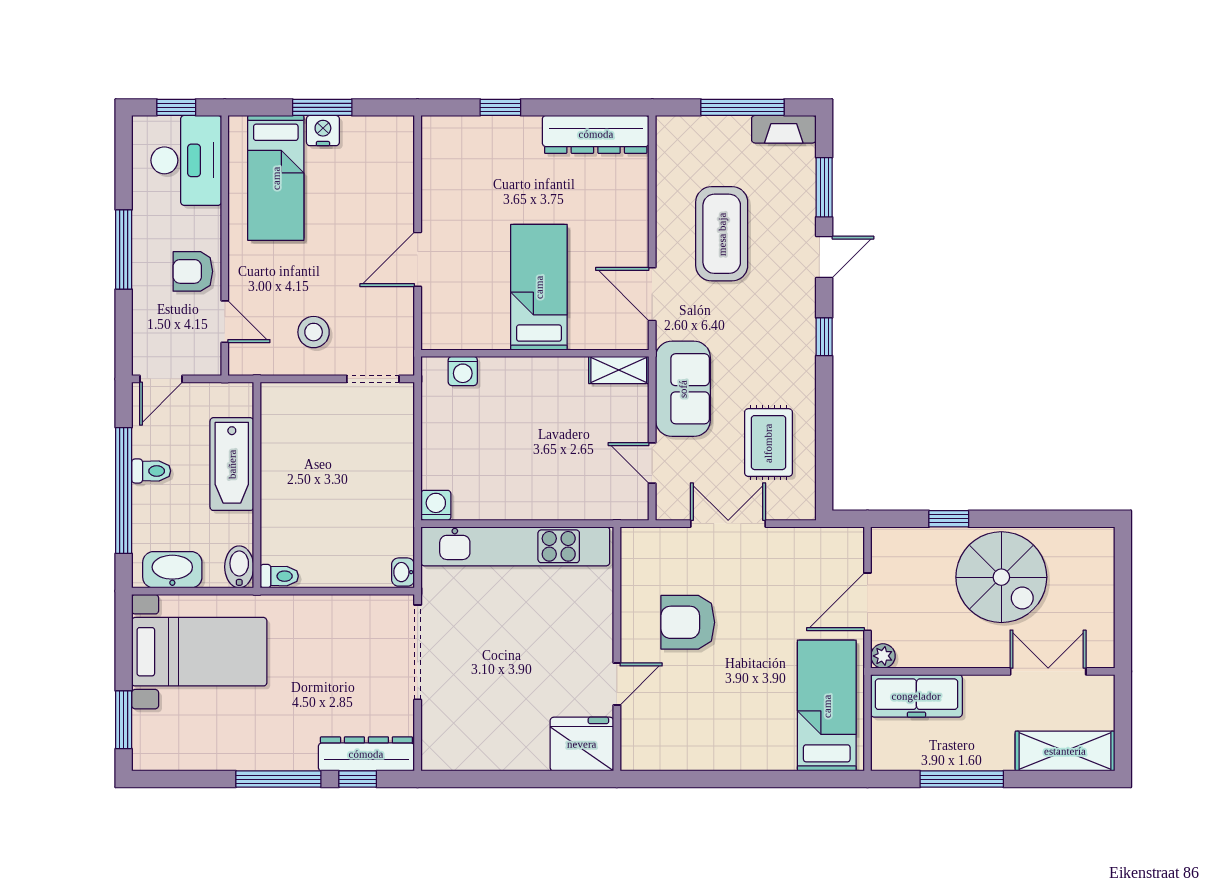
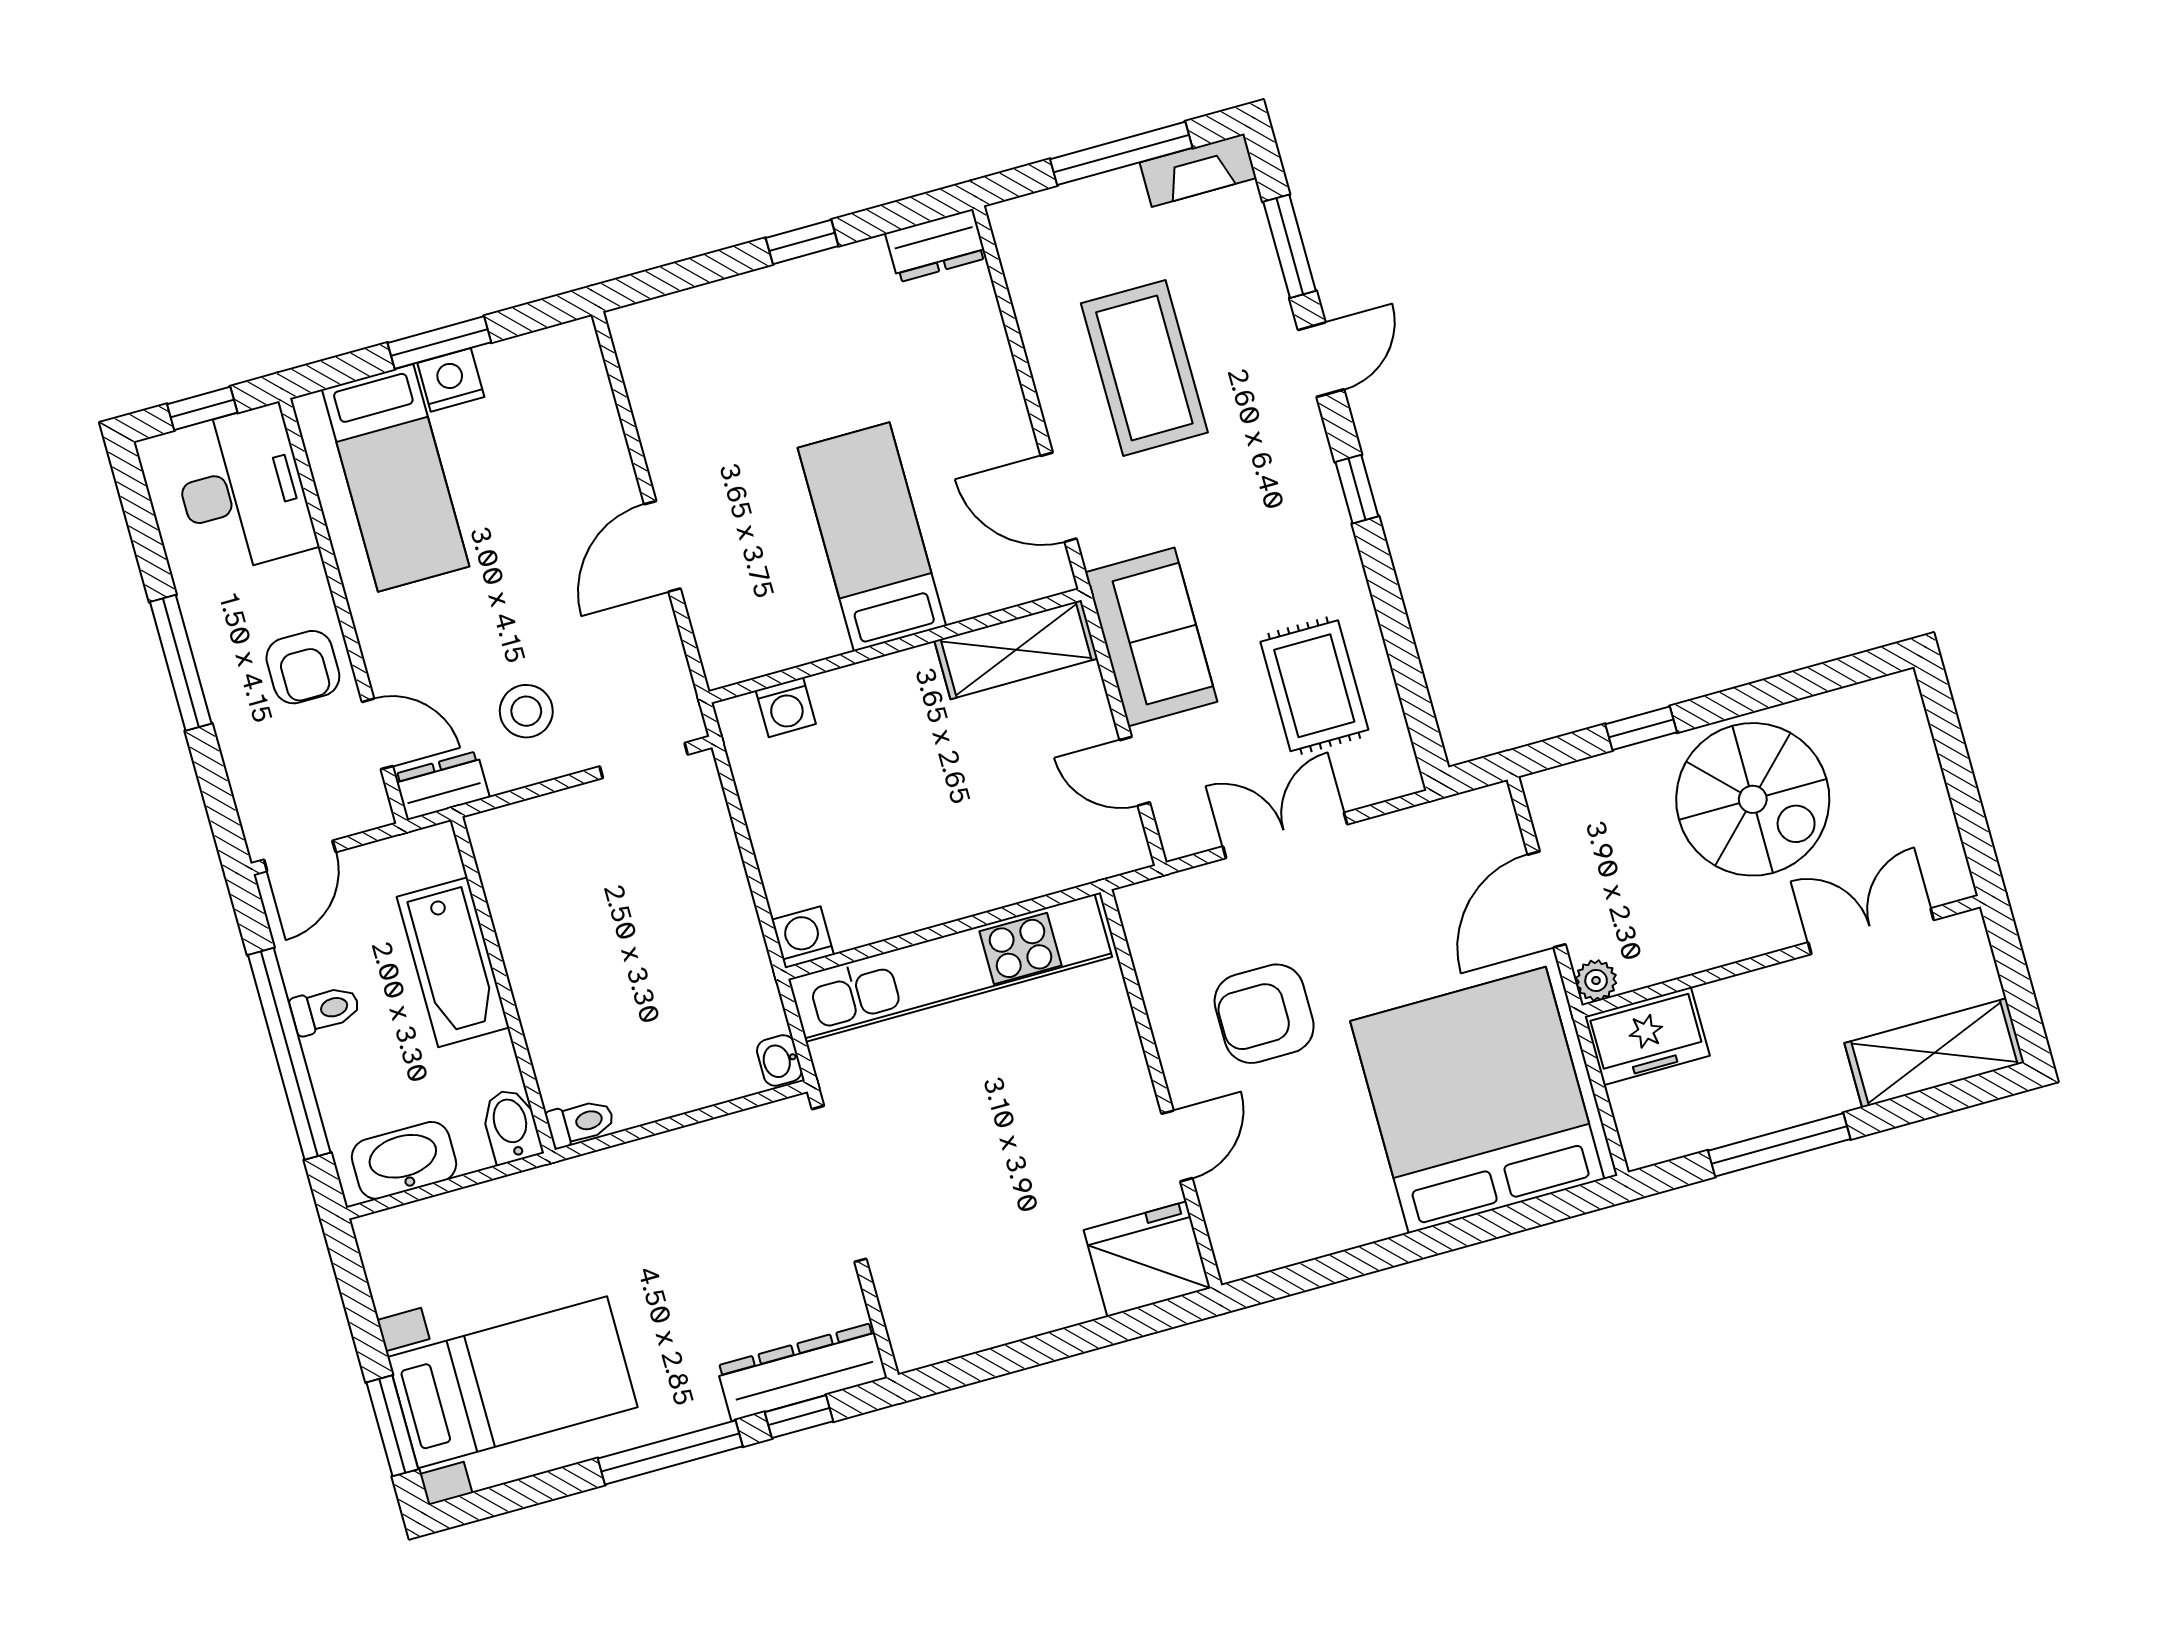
window: (500, 107) -> (802, 242), moved
dresser: (596, 134) -> (936, 246), width x0.51, depth x0.80
armchair: (193, 271) -> (303, 667), turned -90
dresser: (254, 361) -> (442, 786), added
shelving: (619, 370) -> (1016, 650), width x1.50, depth x1.33
bed with nightstands: (199, 652) -> (513, 1382), moved
freezer: (916, 696) -> (1647, 1036), width x0.71
bed: (827, 706) -> (1477, 1100), width x2.04

